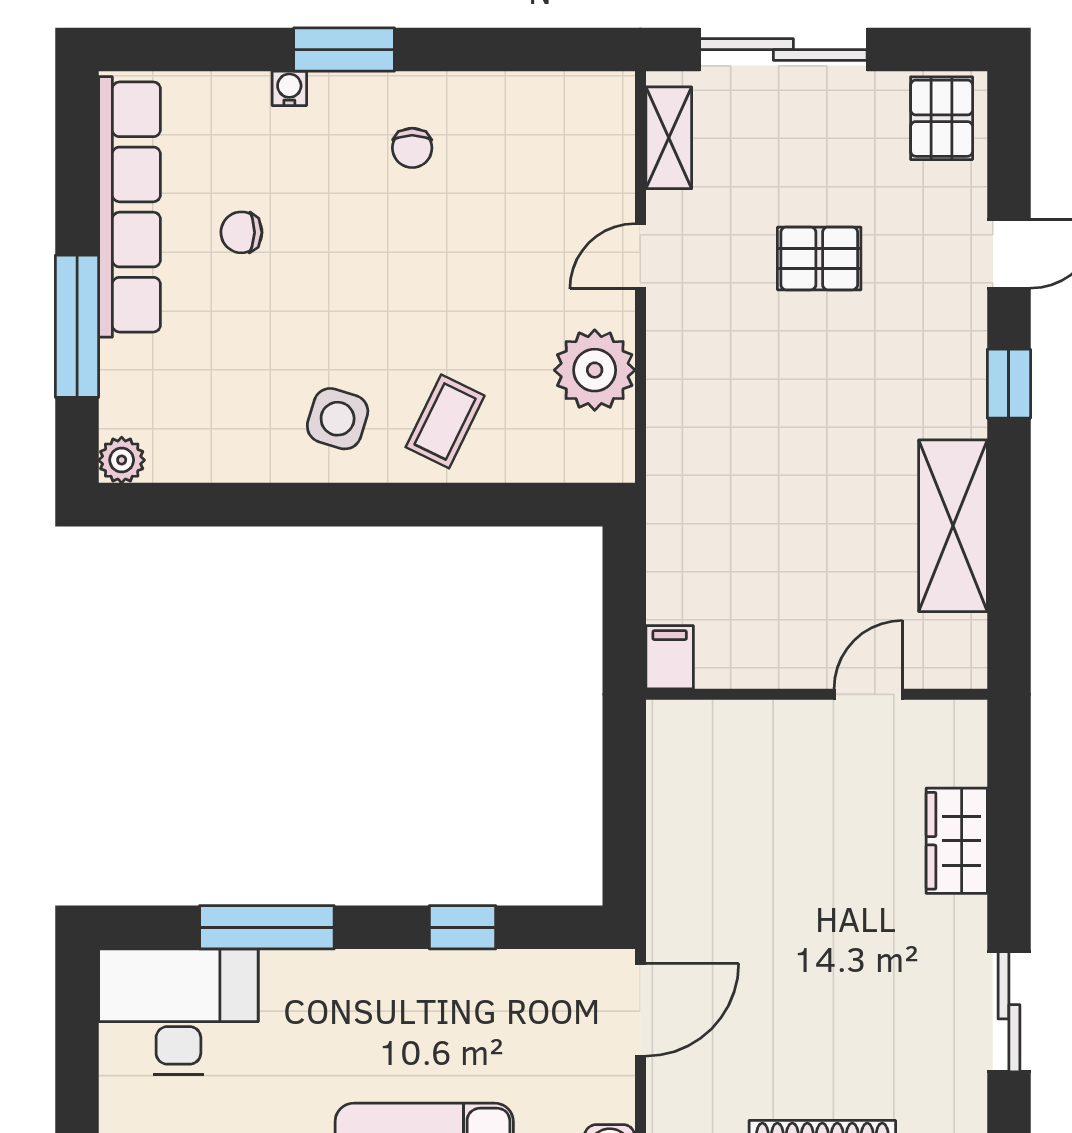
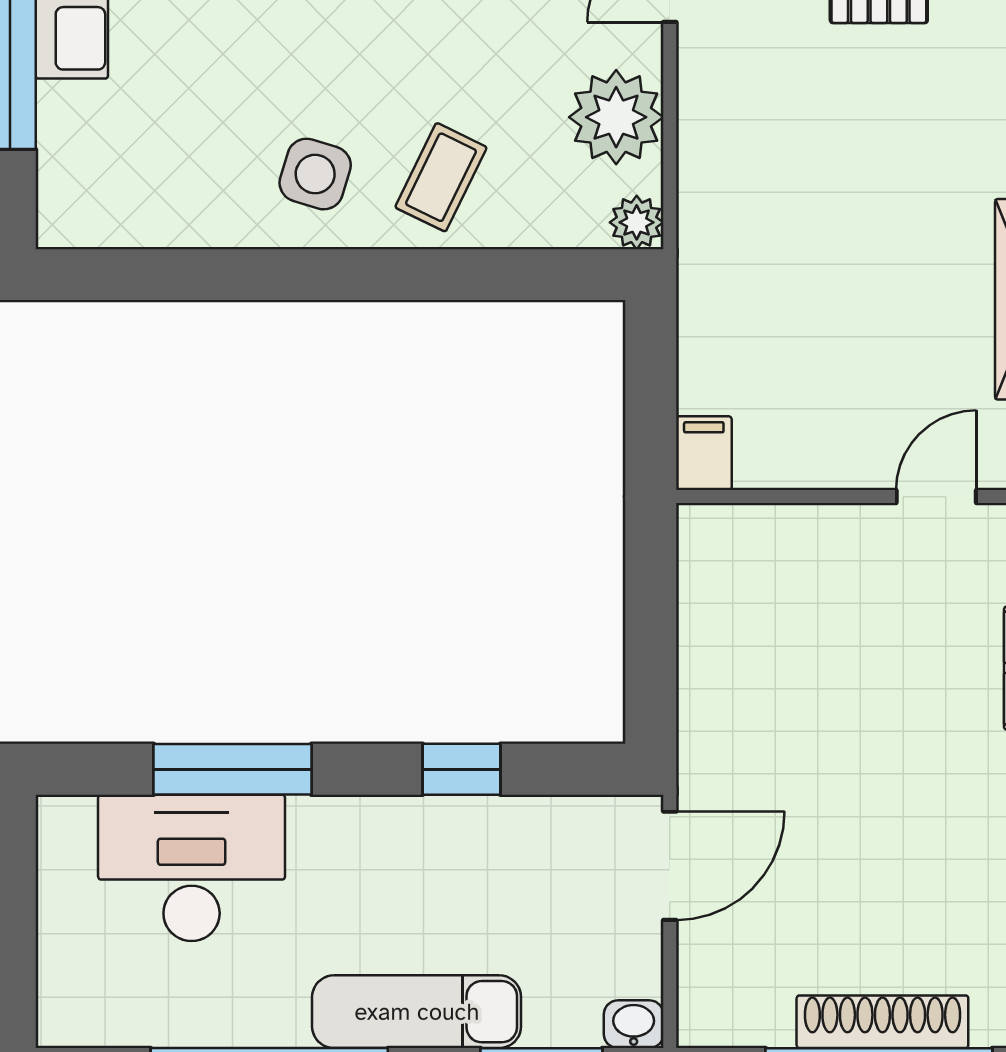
plant: (122, 460) -> (637, 222), moved
desk: (178, 1012) -> (192, 868), moved

